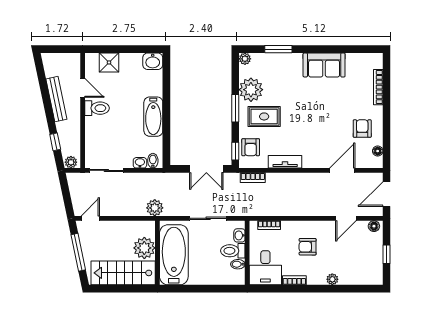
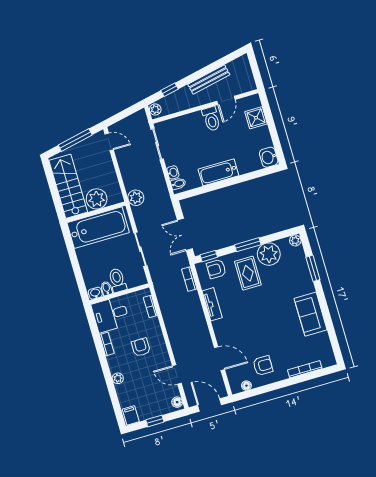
washbasin: (239, 235) -> (95, 293), moved
filing cabinet: (374, 277) -> (131, 415), added

